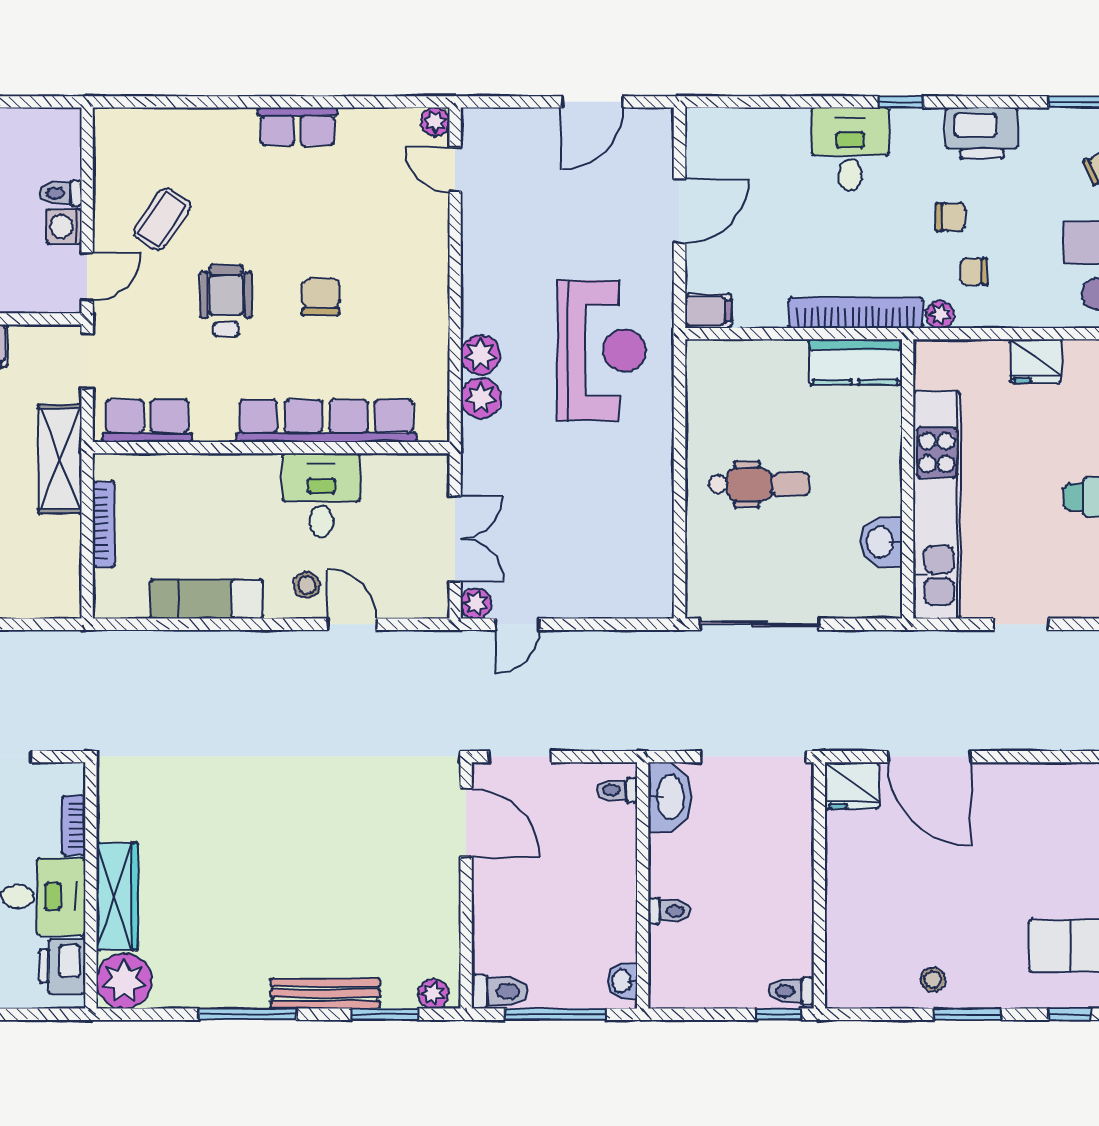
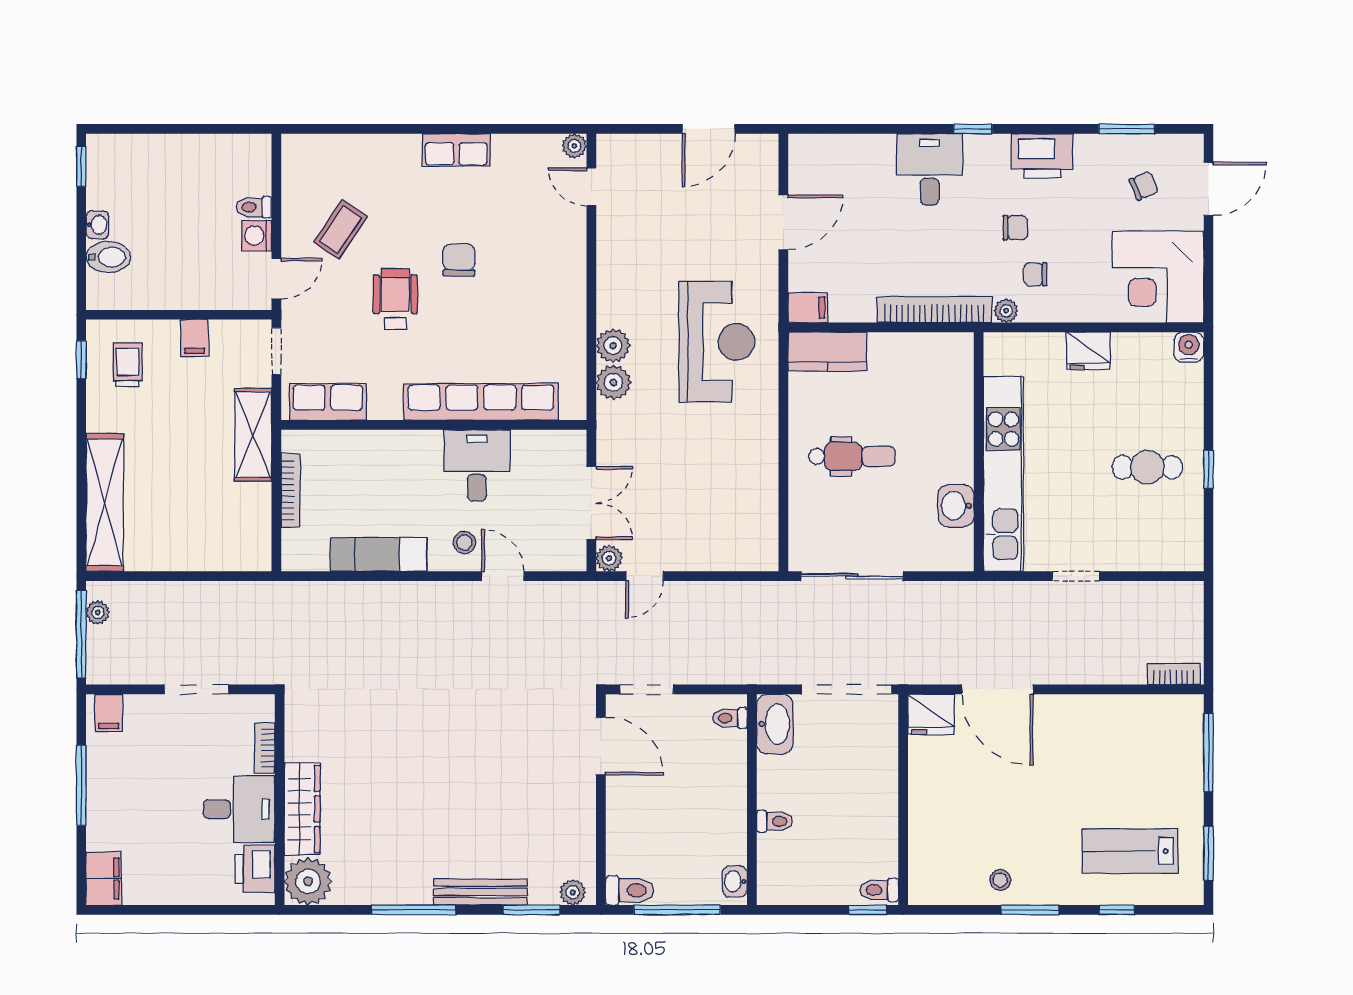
chair: (321, 297) -> (459, 260), moved
kitchen counter: (855, 362) -> (827, 352), moved

